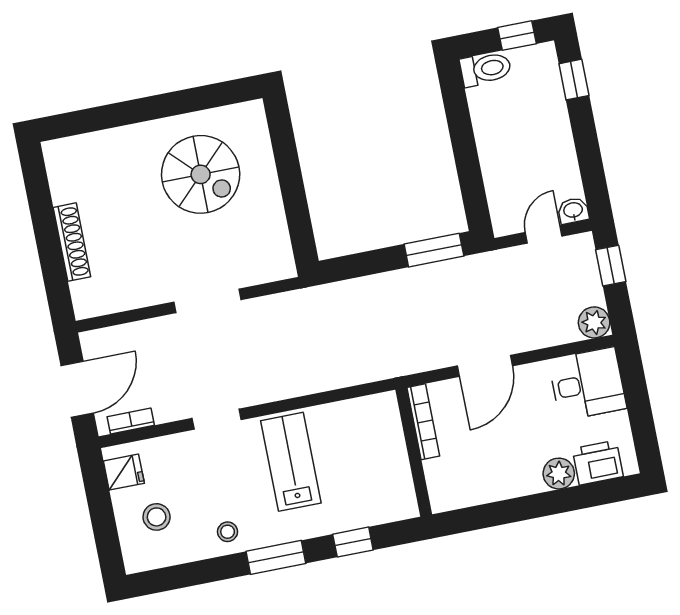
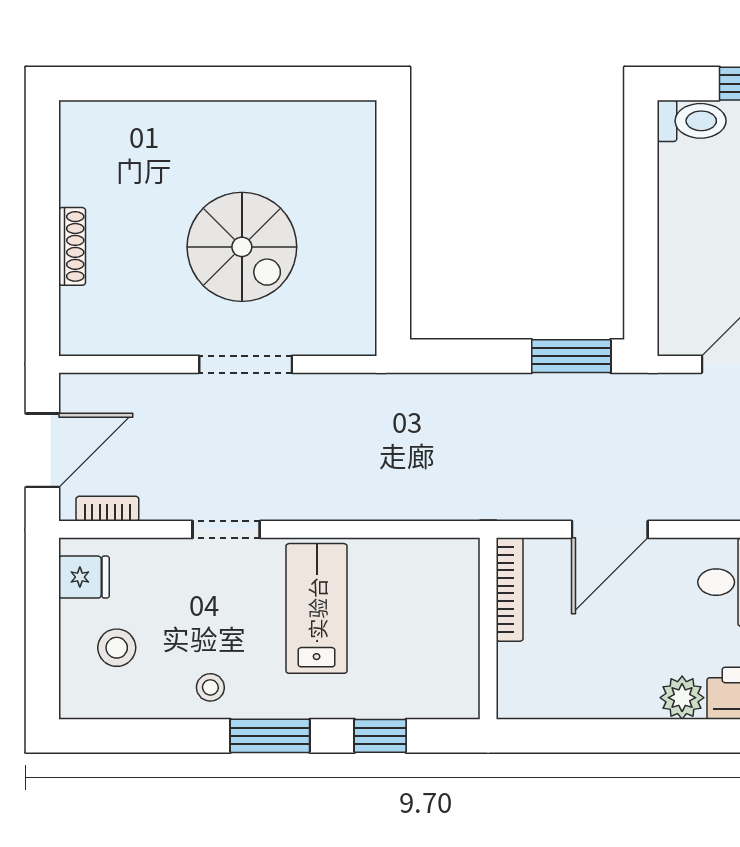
spiral stairs: (201, 174) -> (242, 247), moved
shoe rack: (72, 242) -> (72, 246), width x0.74, depth x0.81

